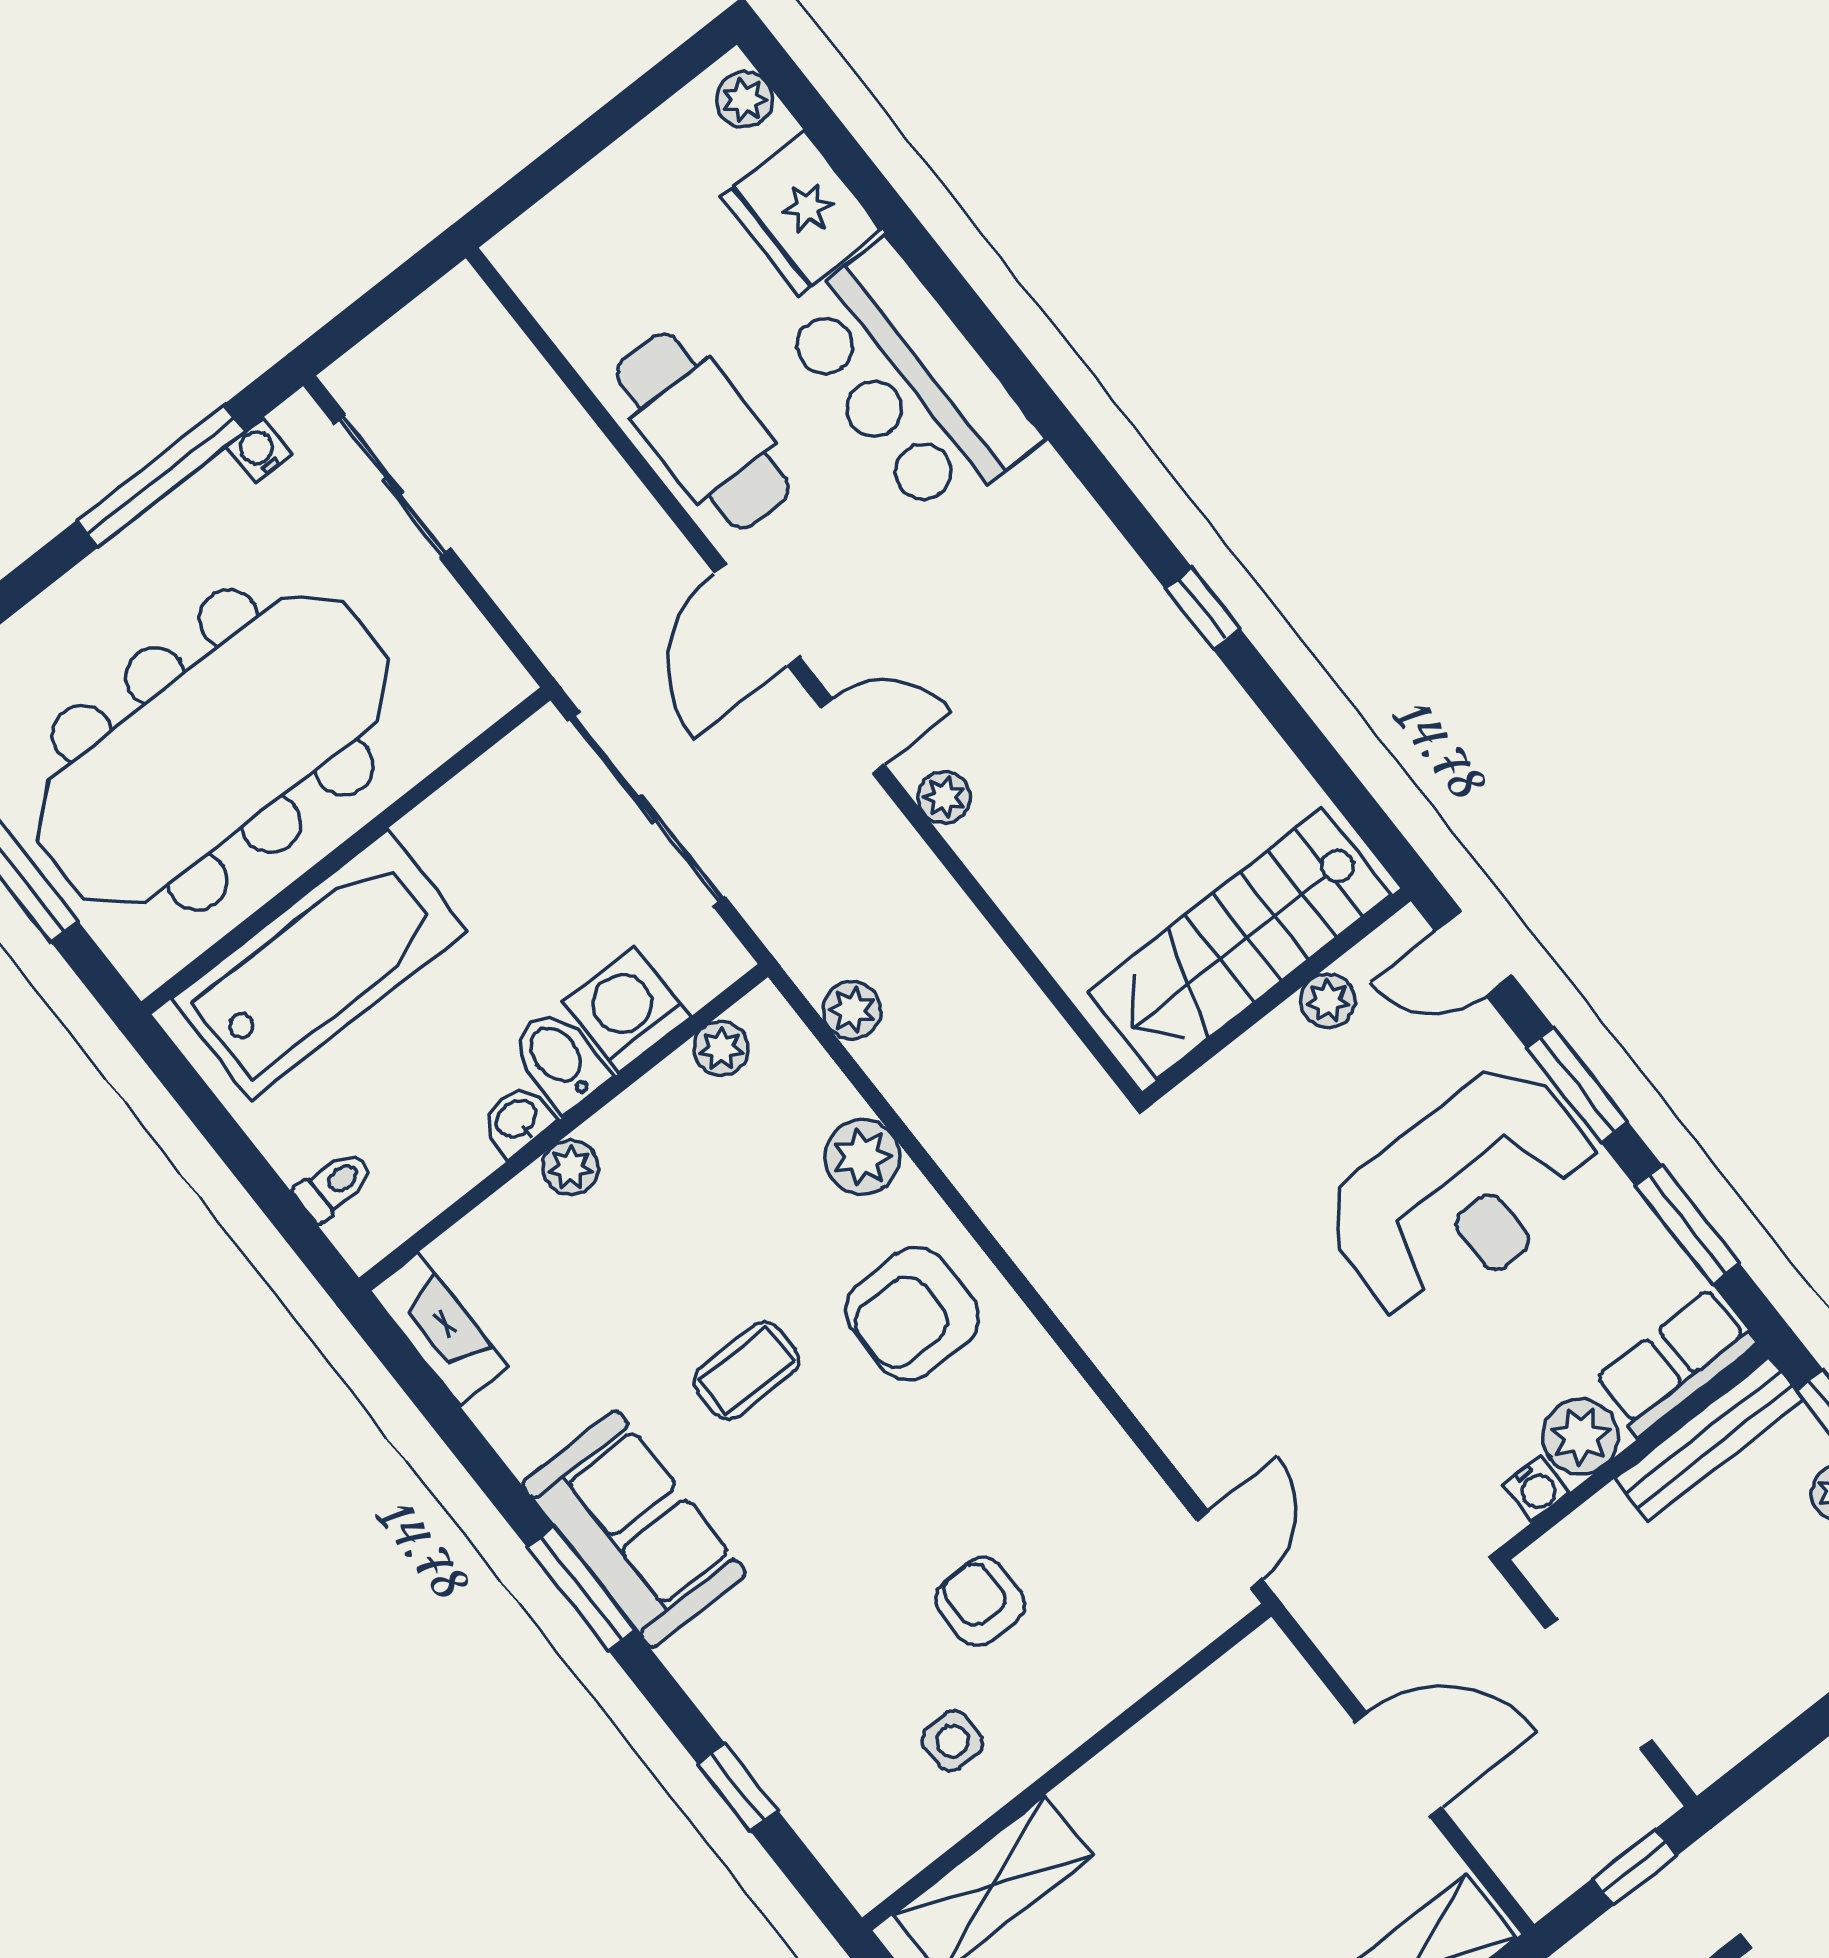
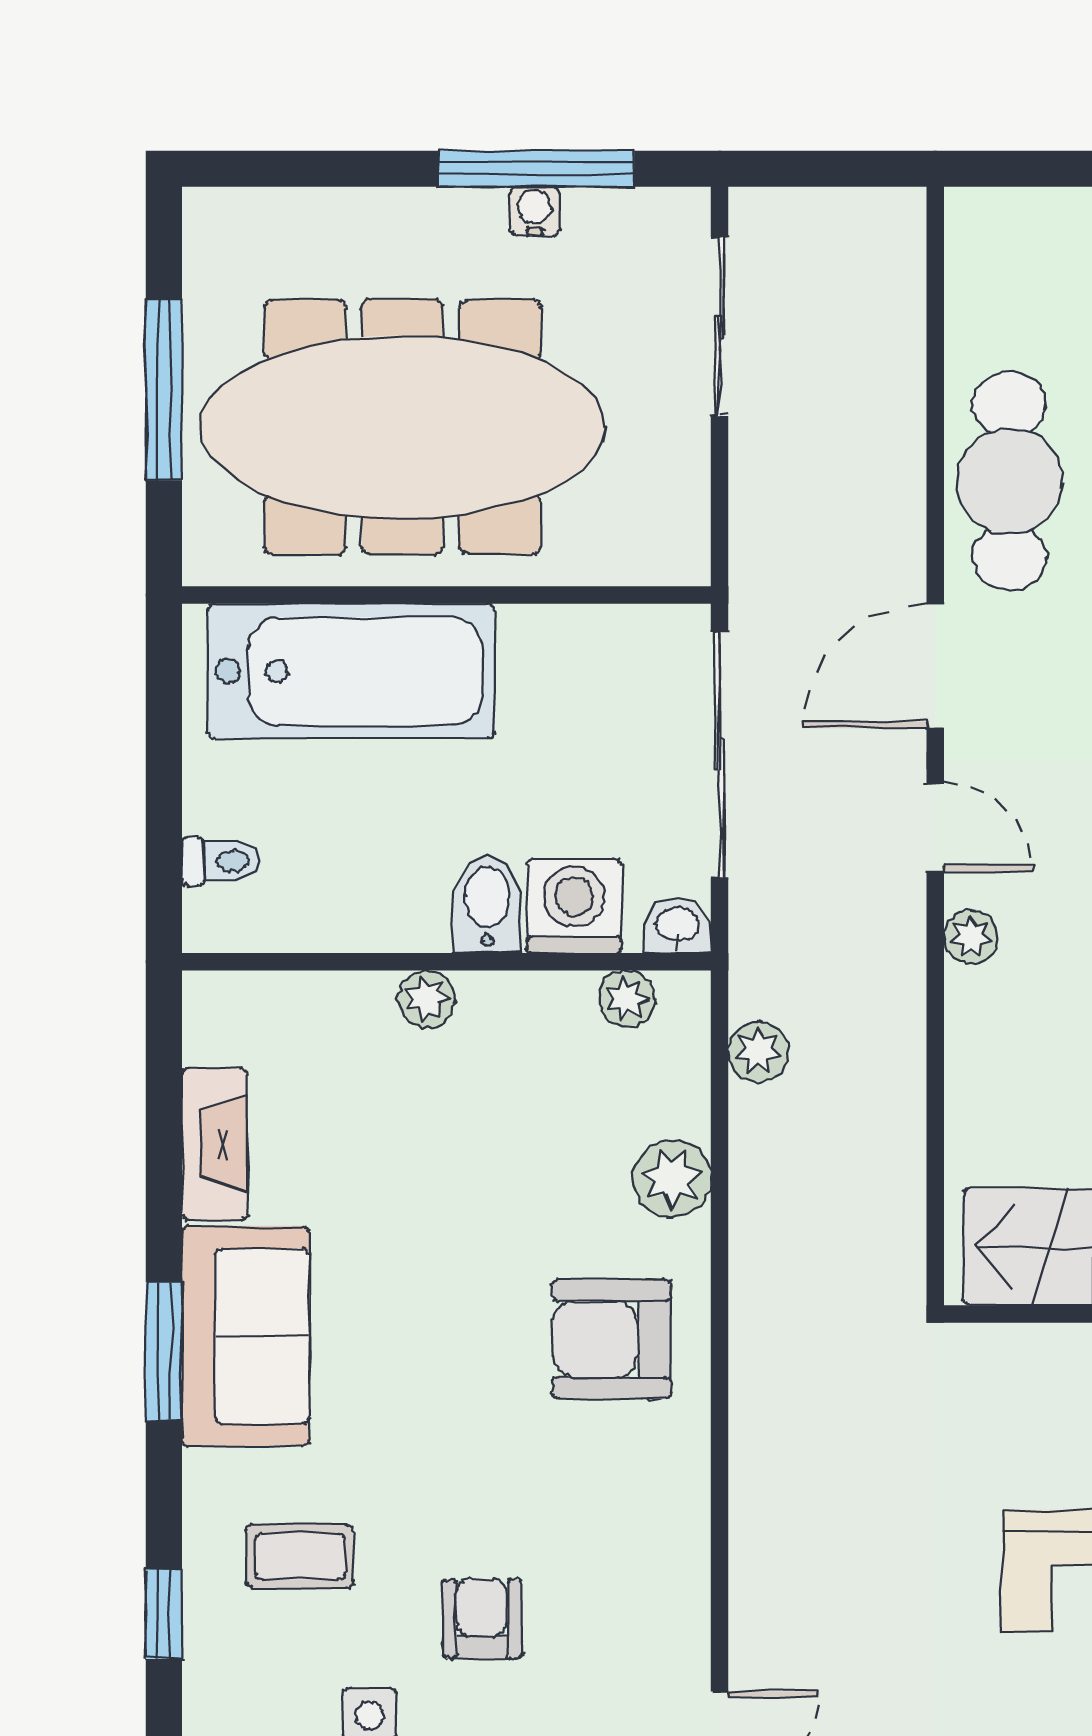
water cooler: (259, 451) -> (535, 211), moved
washbasin: (517, 1120) -> (677, 926), moved
fireplace: (439, 1329) -> (214, 1144), moved
coffee table: (747, 1371) -> (300, 1556), moved

